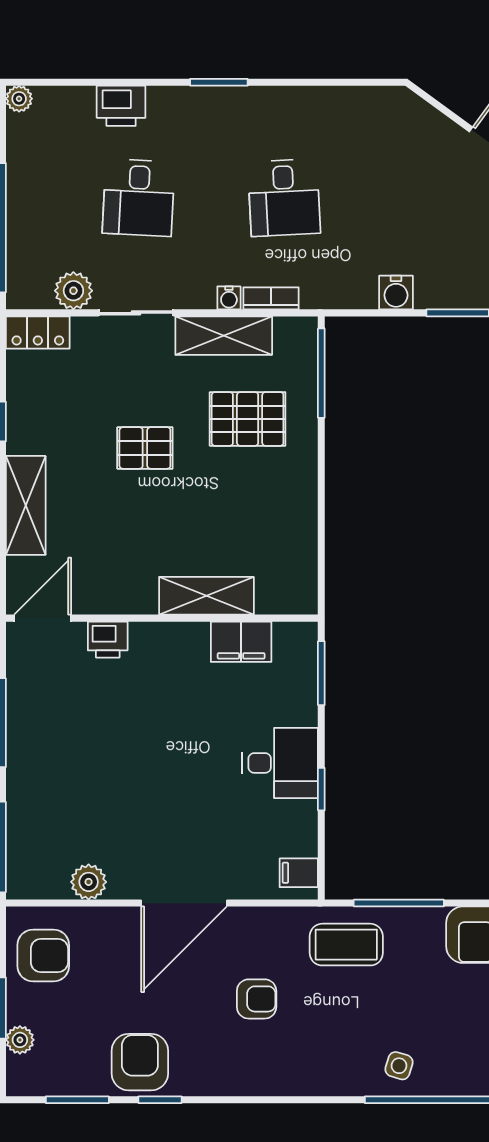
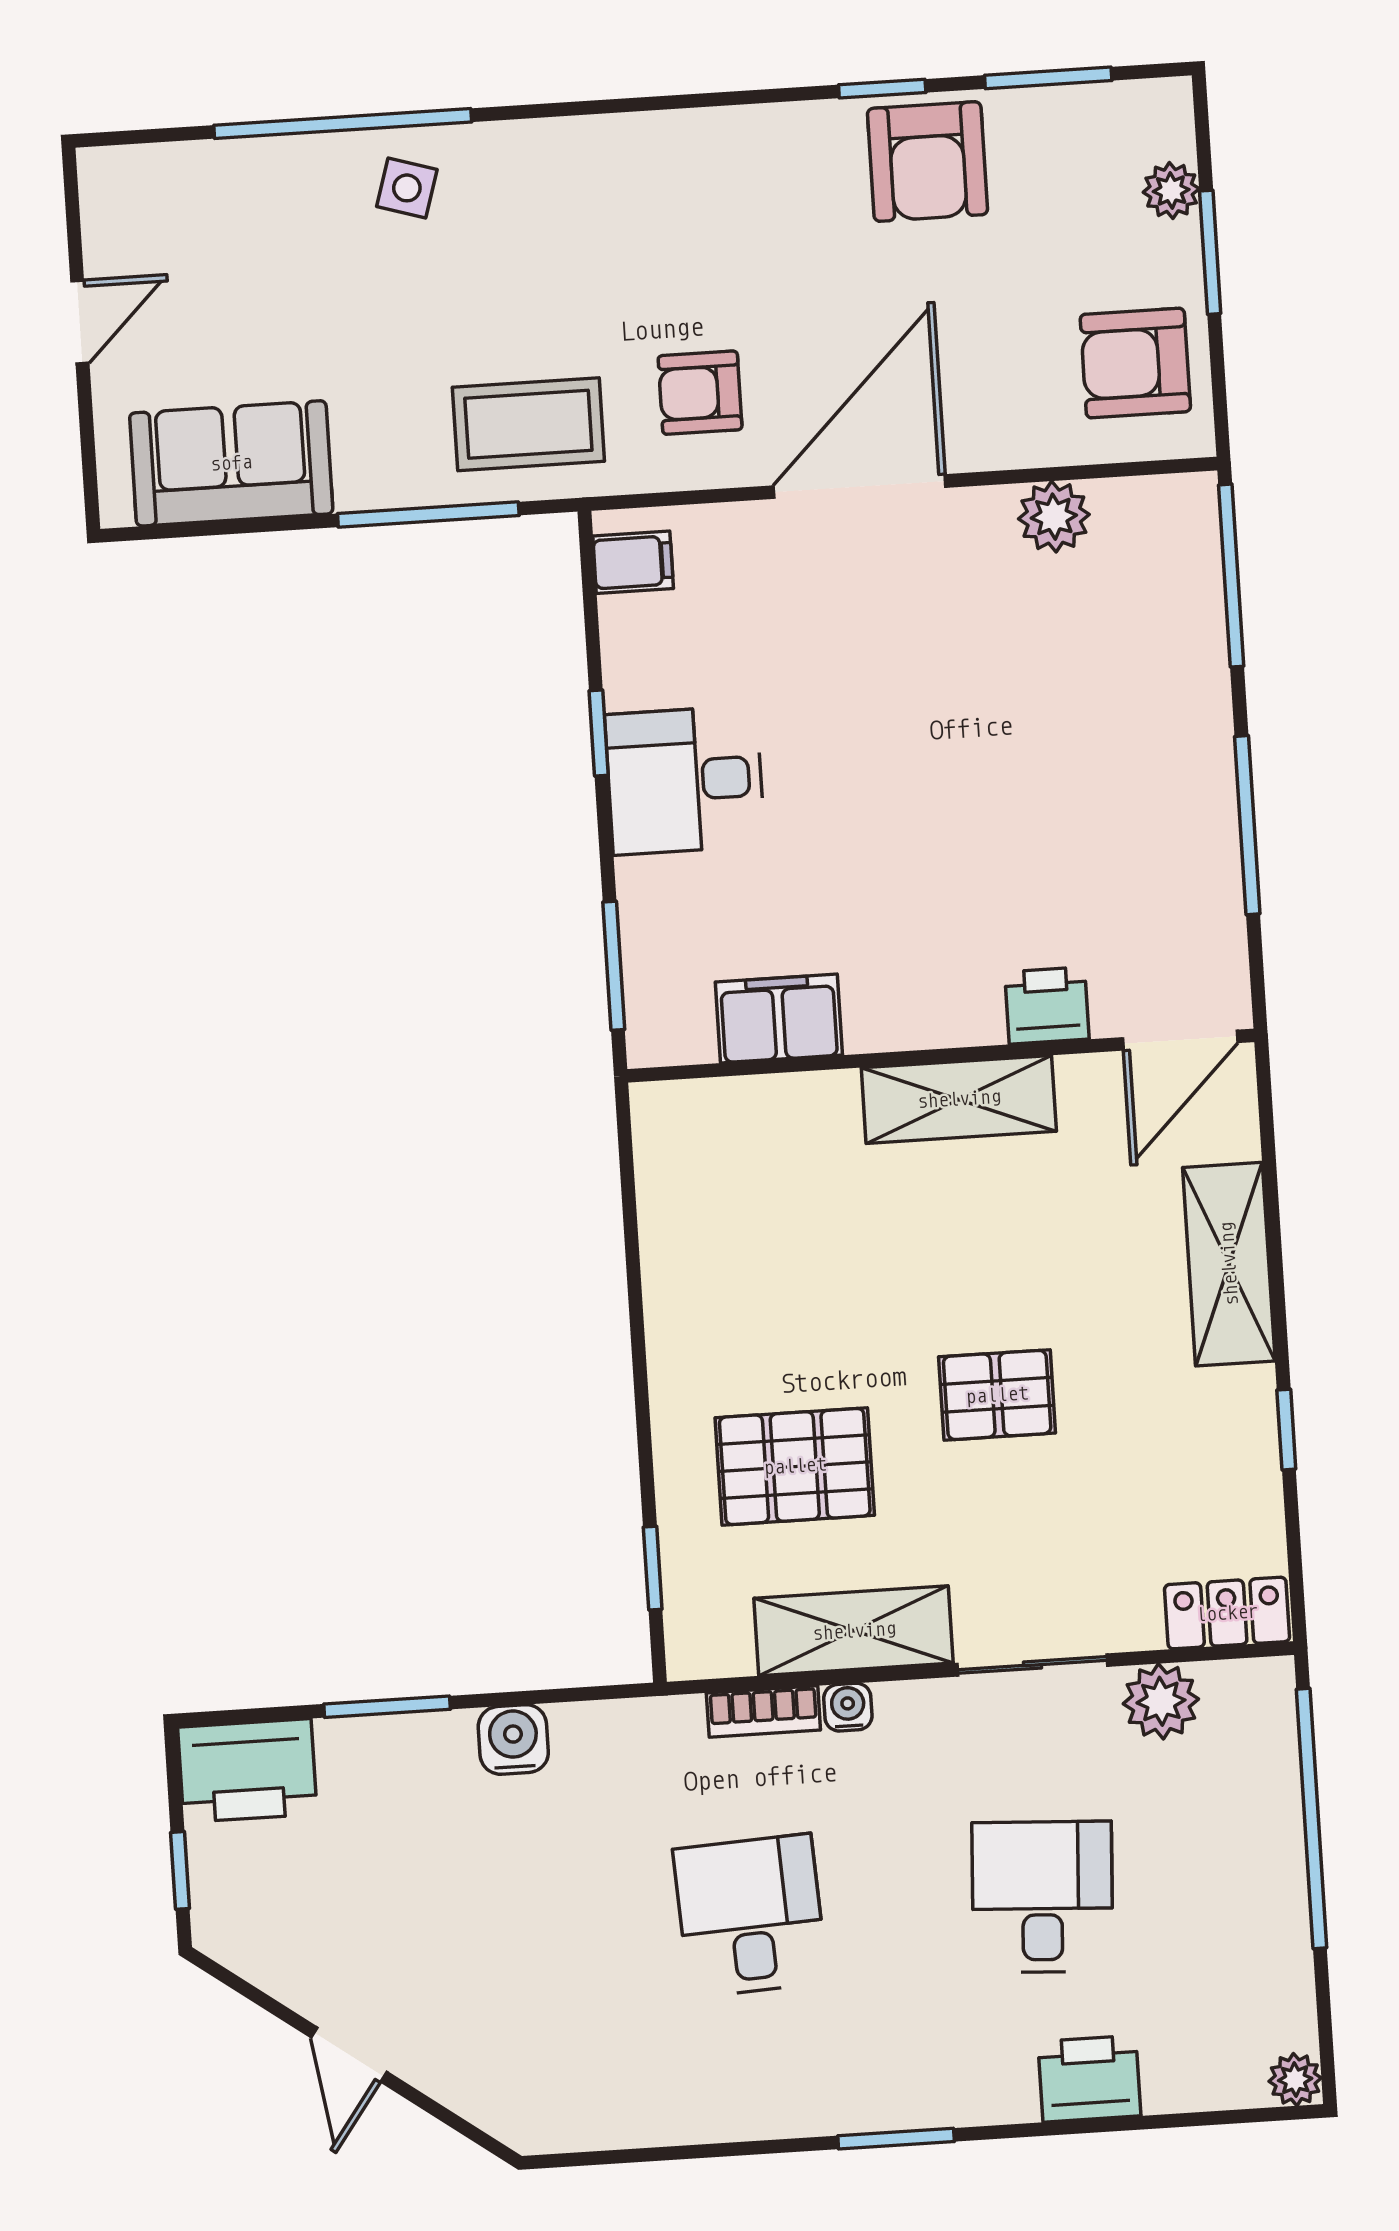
window: (321, 373) -> (653, 1568), width x0.46
shelving: (206, 596) -> (959, 1099), moved
armchair: (257, 999) -> (700, 393), moved

